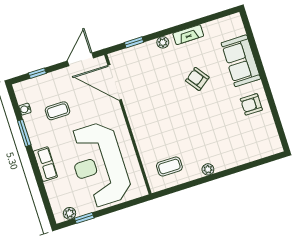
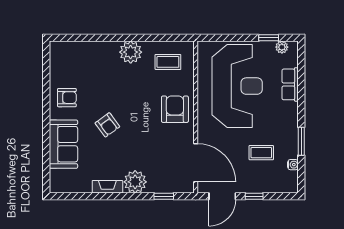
plant: (163, 42) -> (135, 182), width x1.88, depth x1.88
window: (37, 73) -> (254, 196), moved
armchair: (197, 79) -> (107, 125), moved
armchair: (149, 125) -> (175, 109), added
row of seats: (45, 164) -> (290, 84), moved
plant: (208, 169) -> (131, 52), width x1.88, depth x1.88

